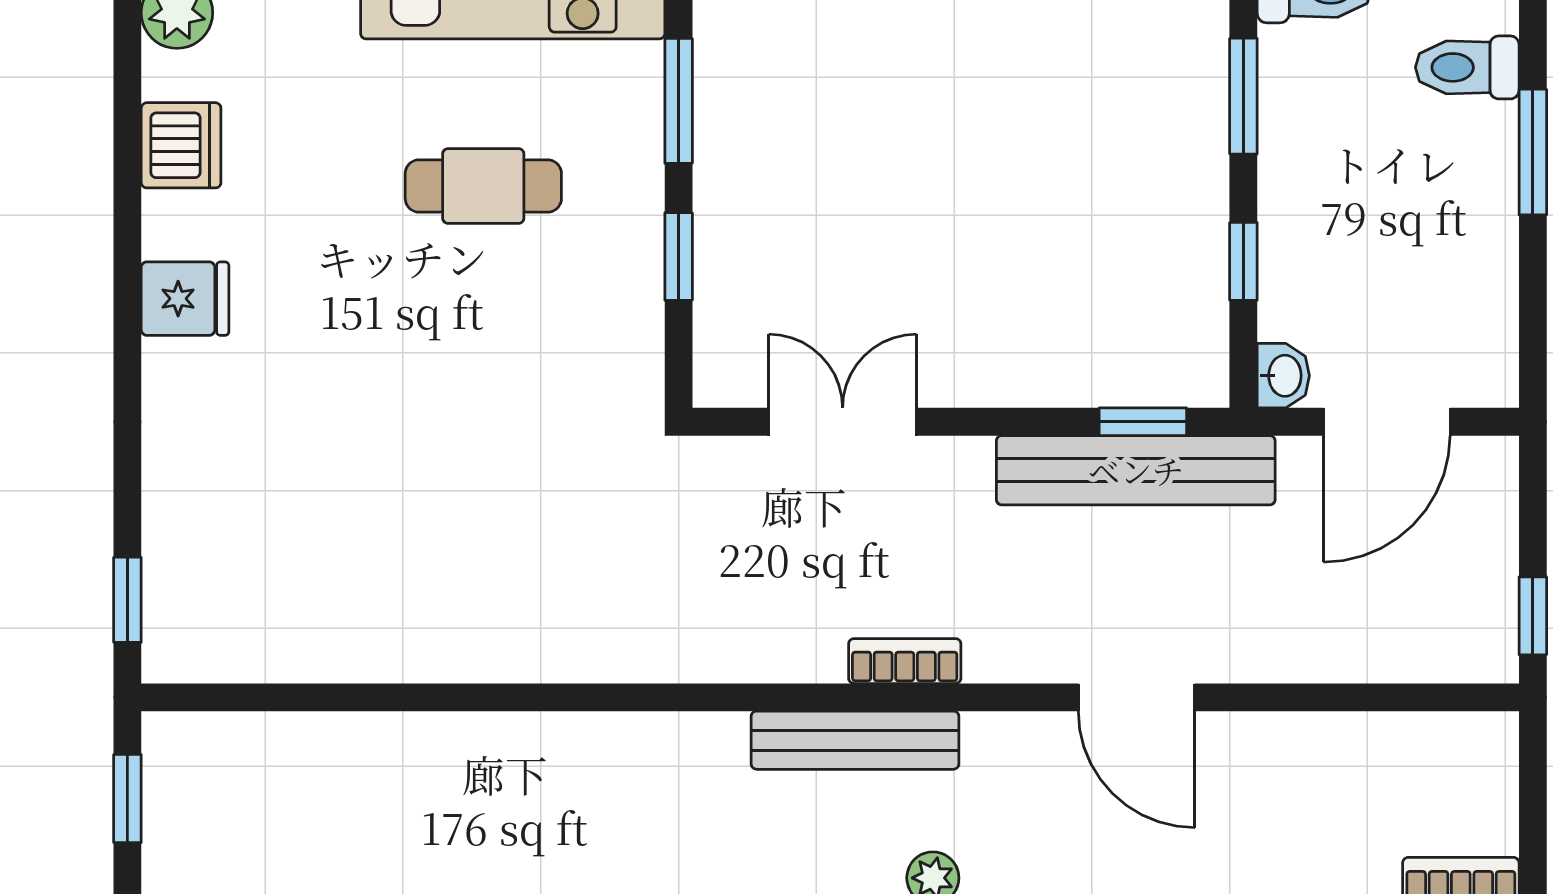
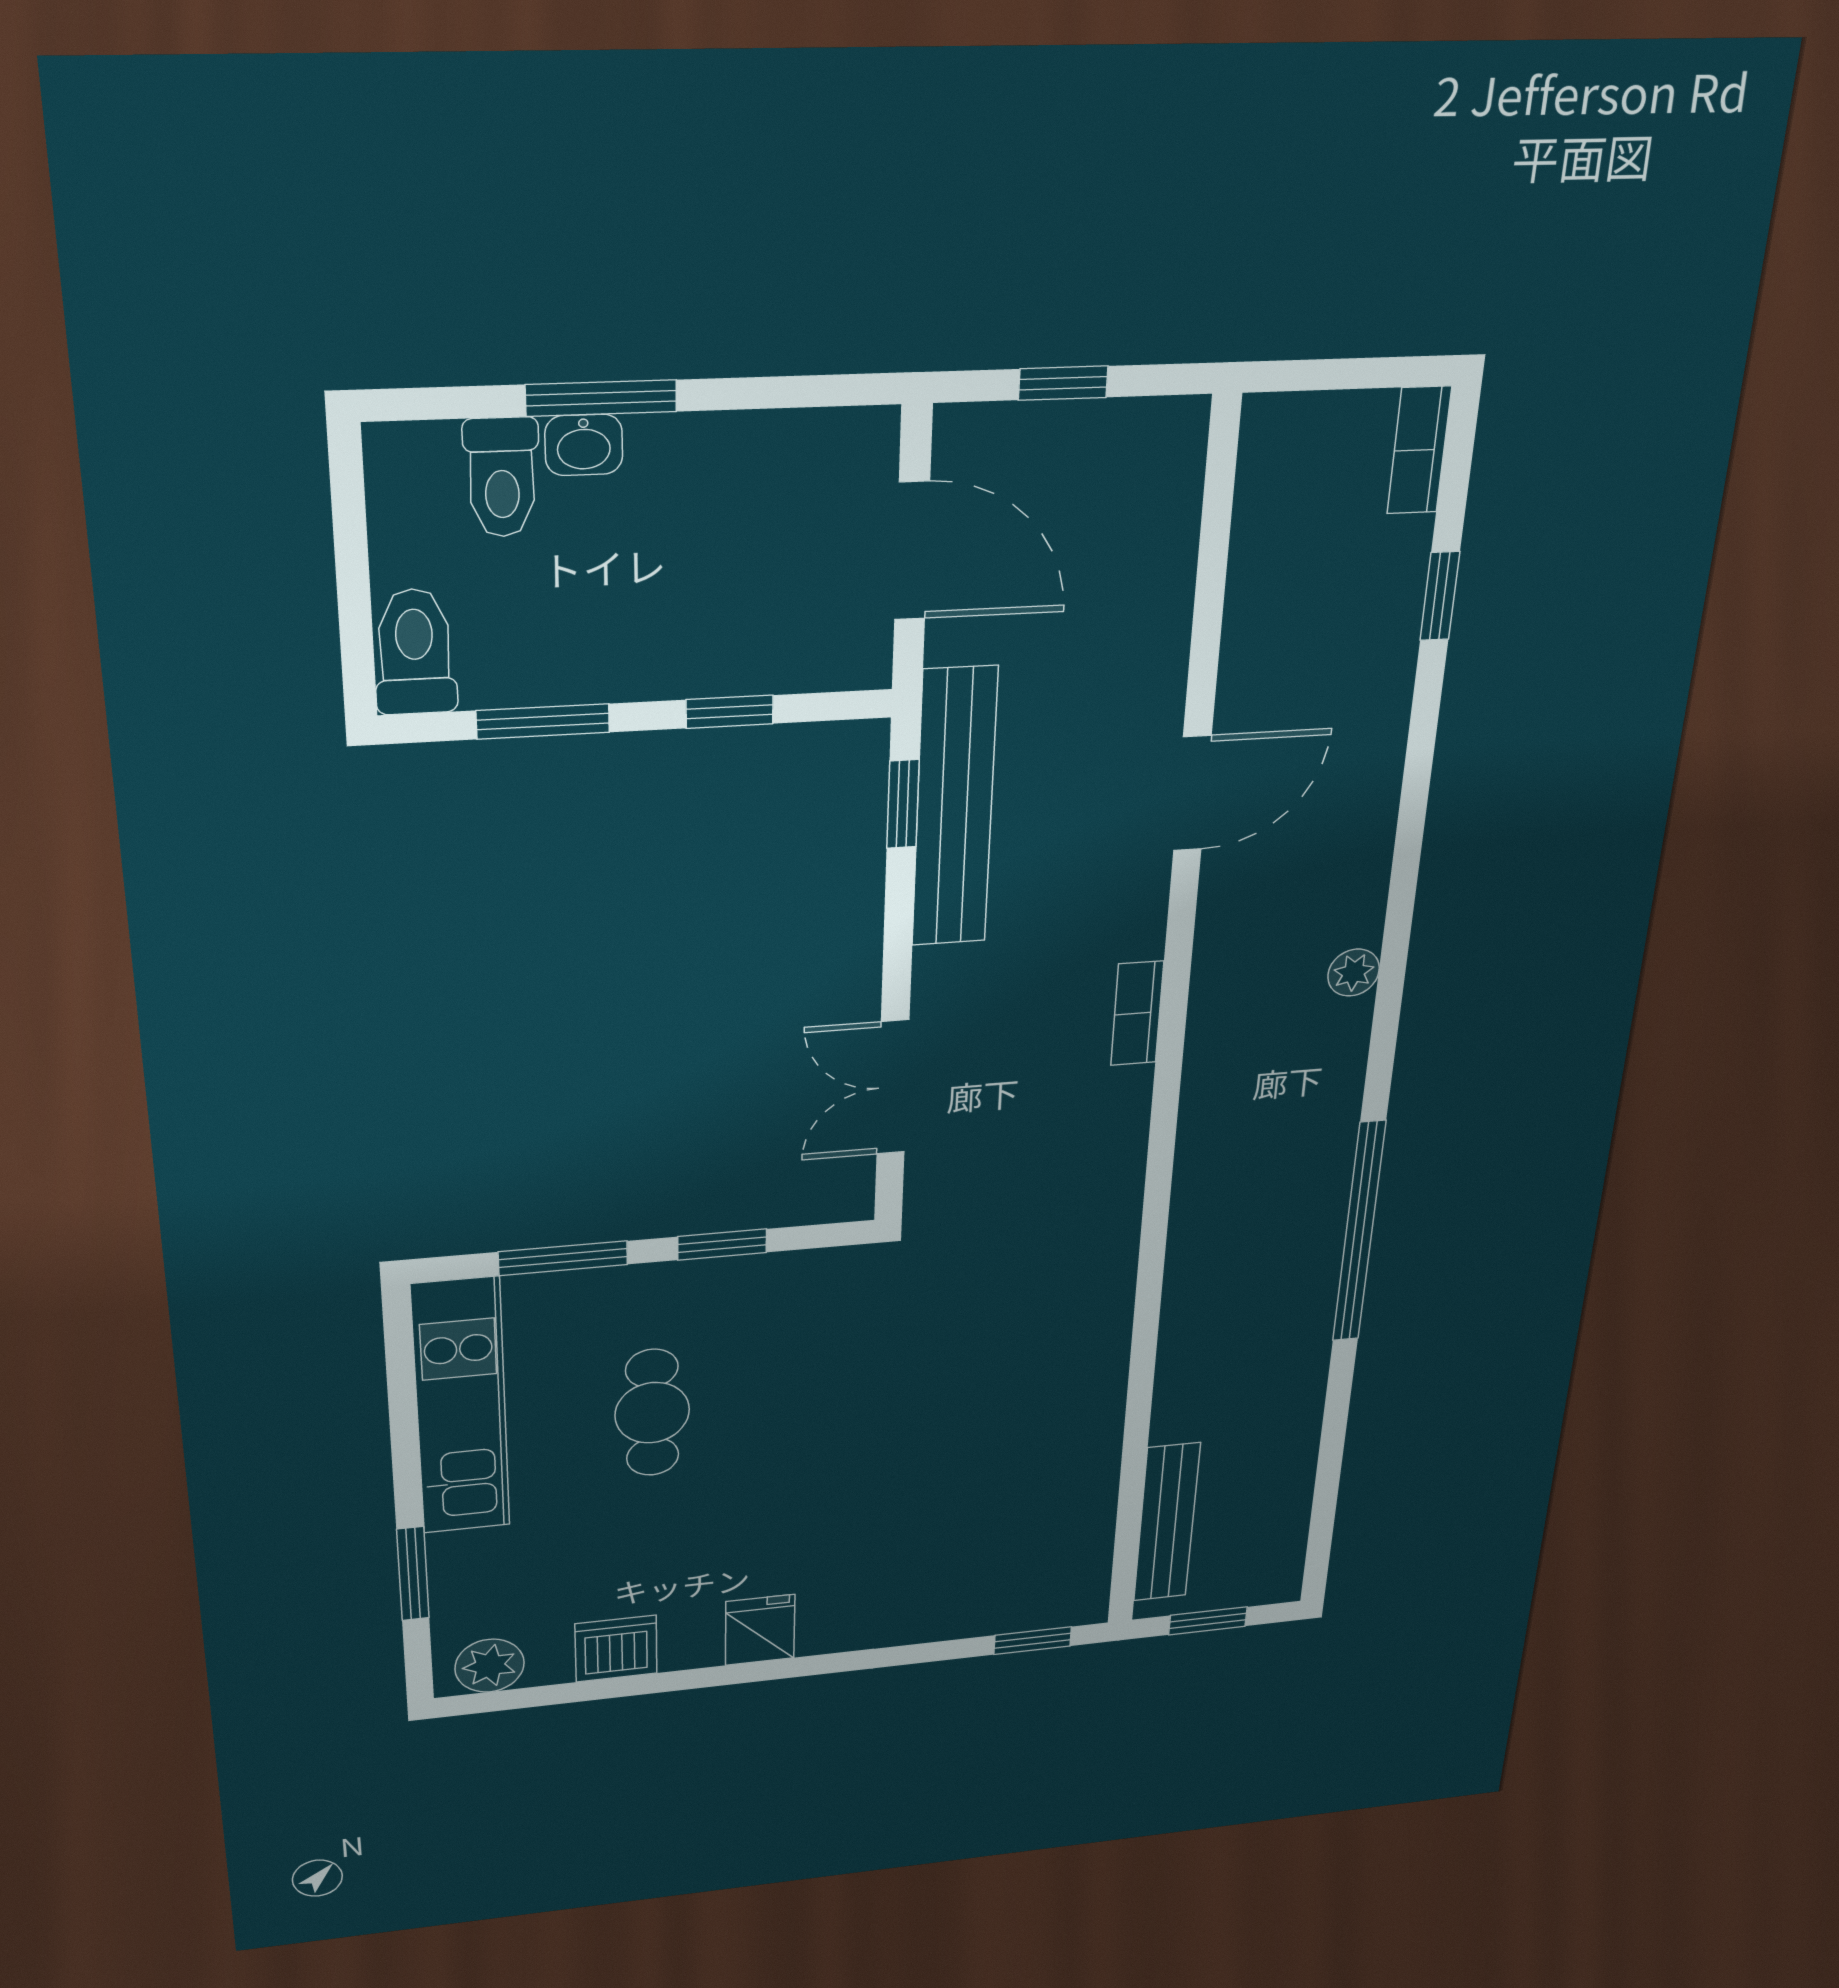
washbasin: (1283, 376) -> (584, 445), moved, turned 180
window: (1533, 616) -> (1063, 383), moved
bench: (855, 740) -> (1167, 1522), moved

